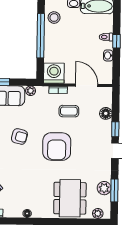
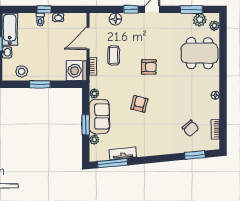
window: (41, 36) -> (40, 84), width x0.47
armchair: (57, 147) -> (149, 67), width x0.53, depth x0.53
plant: (104, 188) -> (200, 20), moved

